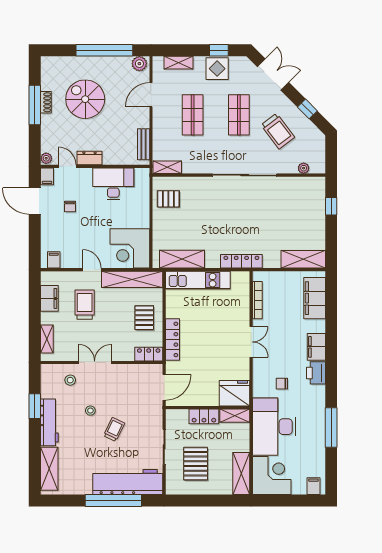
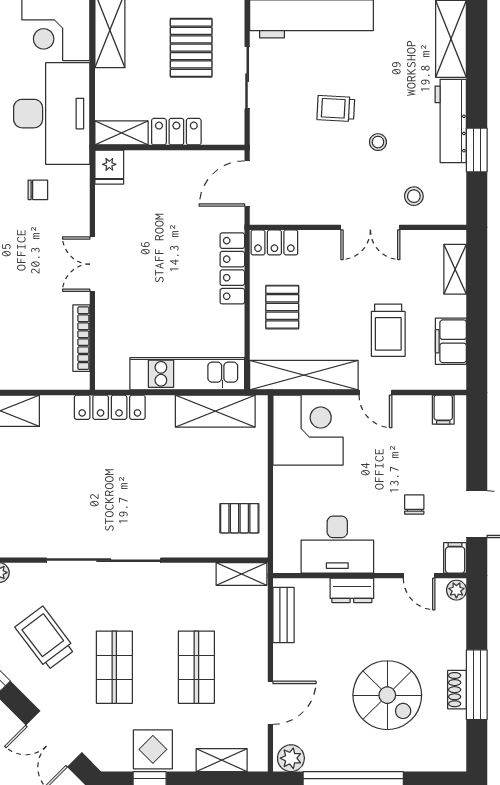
dresser: (89, 158) -> (352, 590), moved
fridge: (235, 393) -> (109, 167), width x0.53, depth x0.75
trolley: (114, 430) -> (336, 108), turned 67

